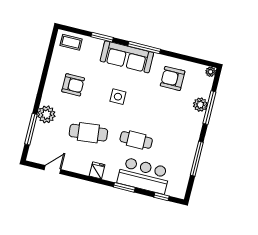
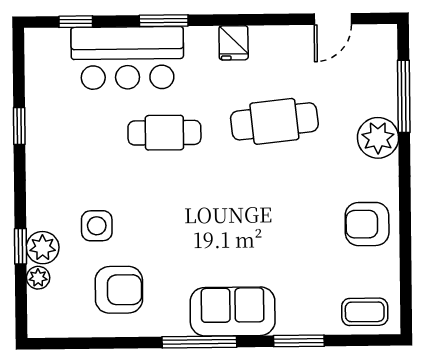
sofa: (127, 57) -> (233, 311), width x0.73
plant: (211, 72) -> (38, 278), moved
armchair: (73, 85) -> (367, 224), moved
side table: (118, 97) -> (97, 226), moved
window: (209, 108) -> (21, 246), width x0.46
window: (197, 159) -> (19, 126), width x0.46

